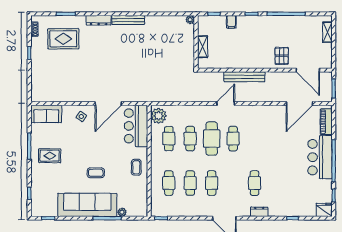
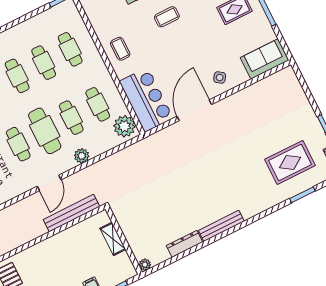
dresser: (99, 20) -> (185, 244), moved
bench: (244, 77) -> (71, 213), moved
plant: (196, 110) -> (82, 156), added

